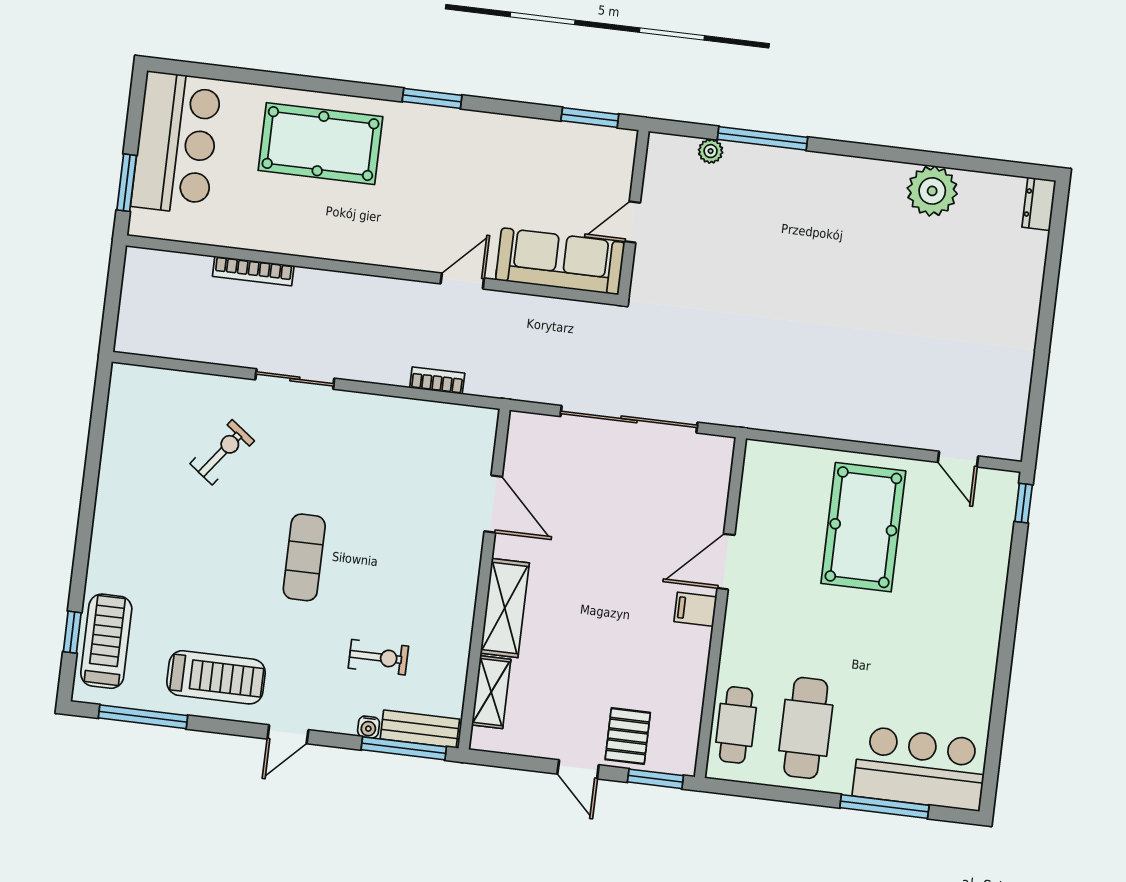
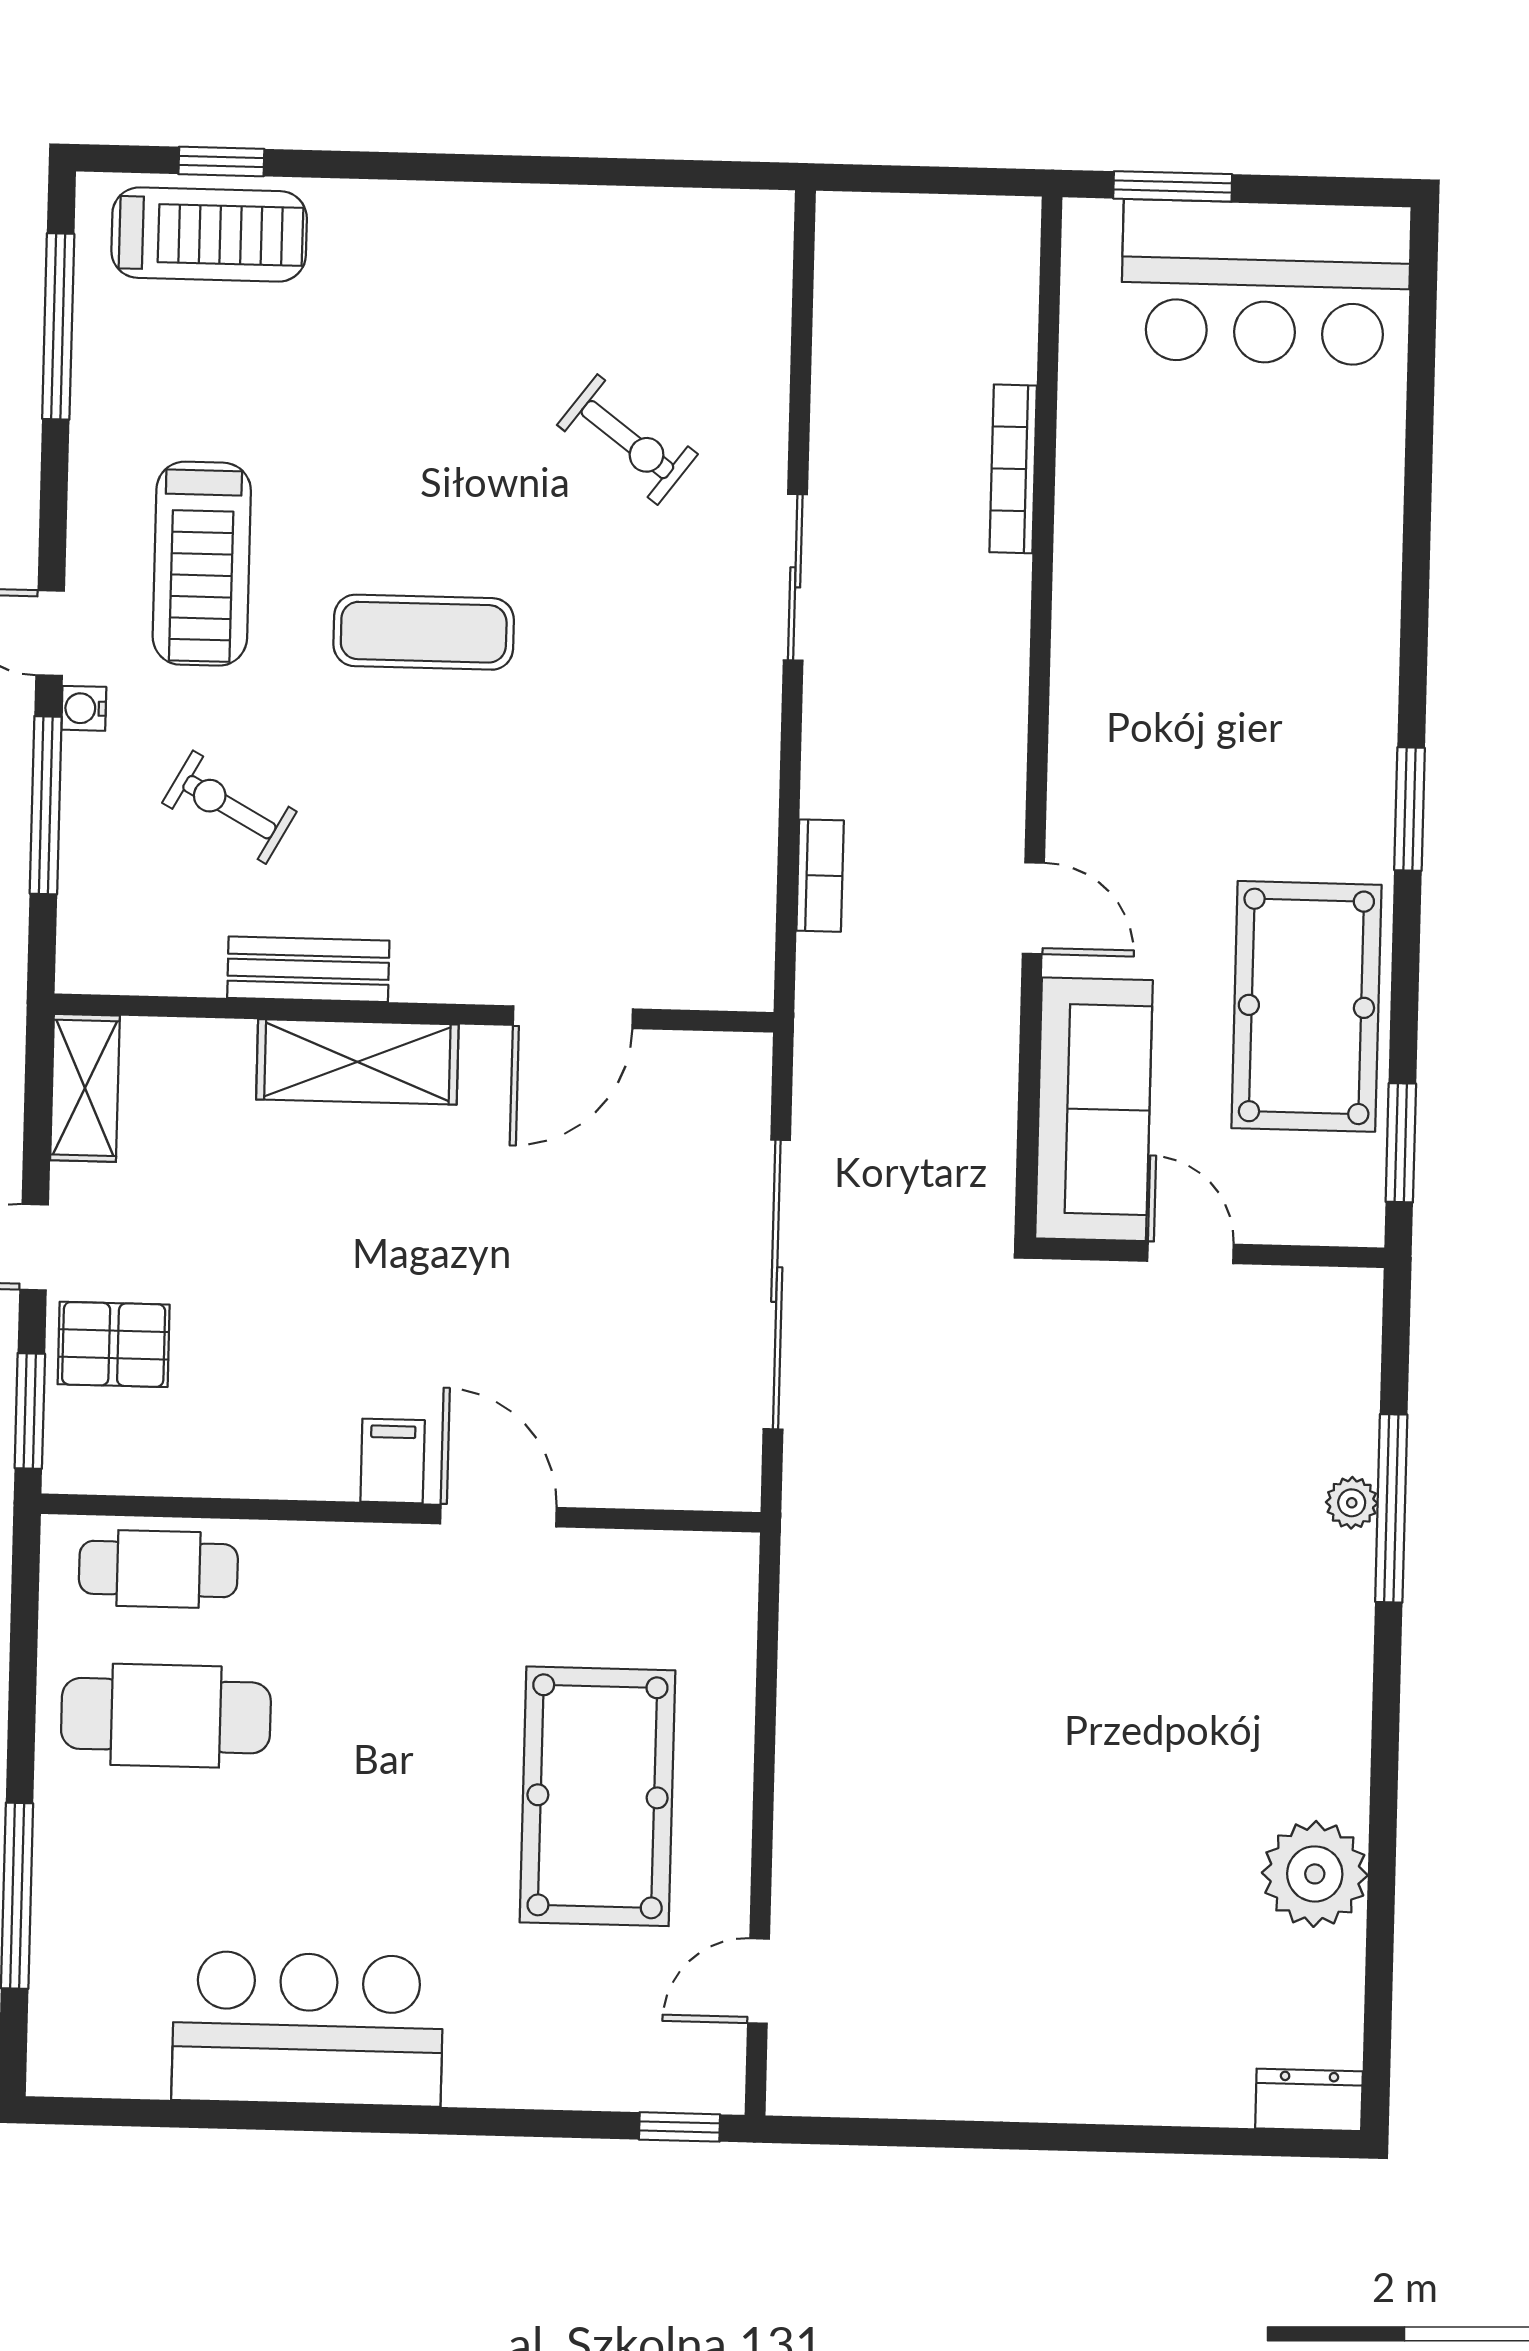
pool table: (320, 144) -> (1306, 1006), moved
plant: (711, 151) -> (1352, 1503), moved
pool table: (863, 527) -> (597, 1796), turned 90
exercise bike: (378, 657) -> (229, 807), turned 119
treadmill: (216, 677) -> (202, 564), moved
shelving: (491, 692) -> (85, 1088), moved, turned 90
water cooler: (369, 727) -> (84, 708), moved
bench: (420, 729) -> (308, 969), moved, turned 90
window: (404, 748) -> (46, 805), moved
bar counter: (920, 768) -> (308, 2029), moved, turned -90

